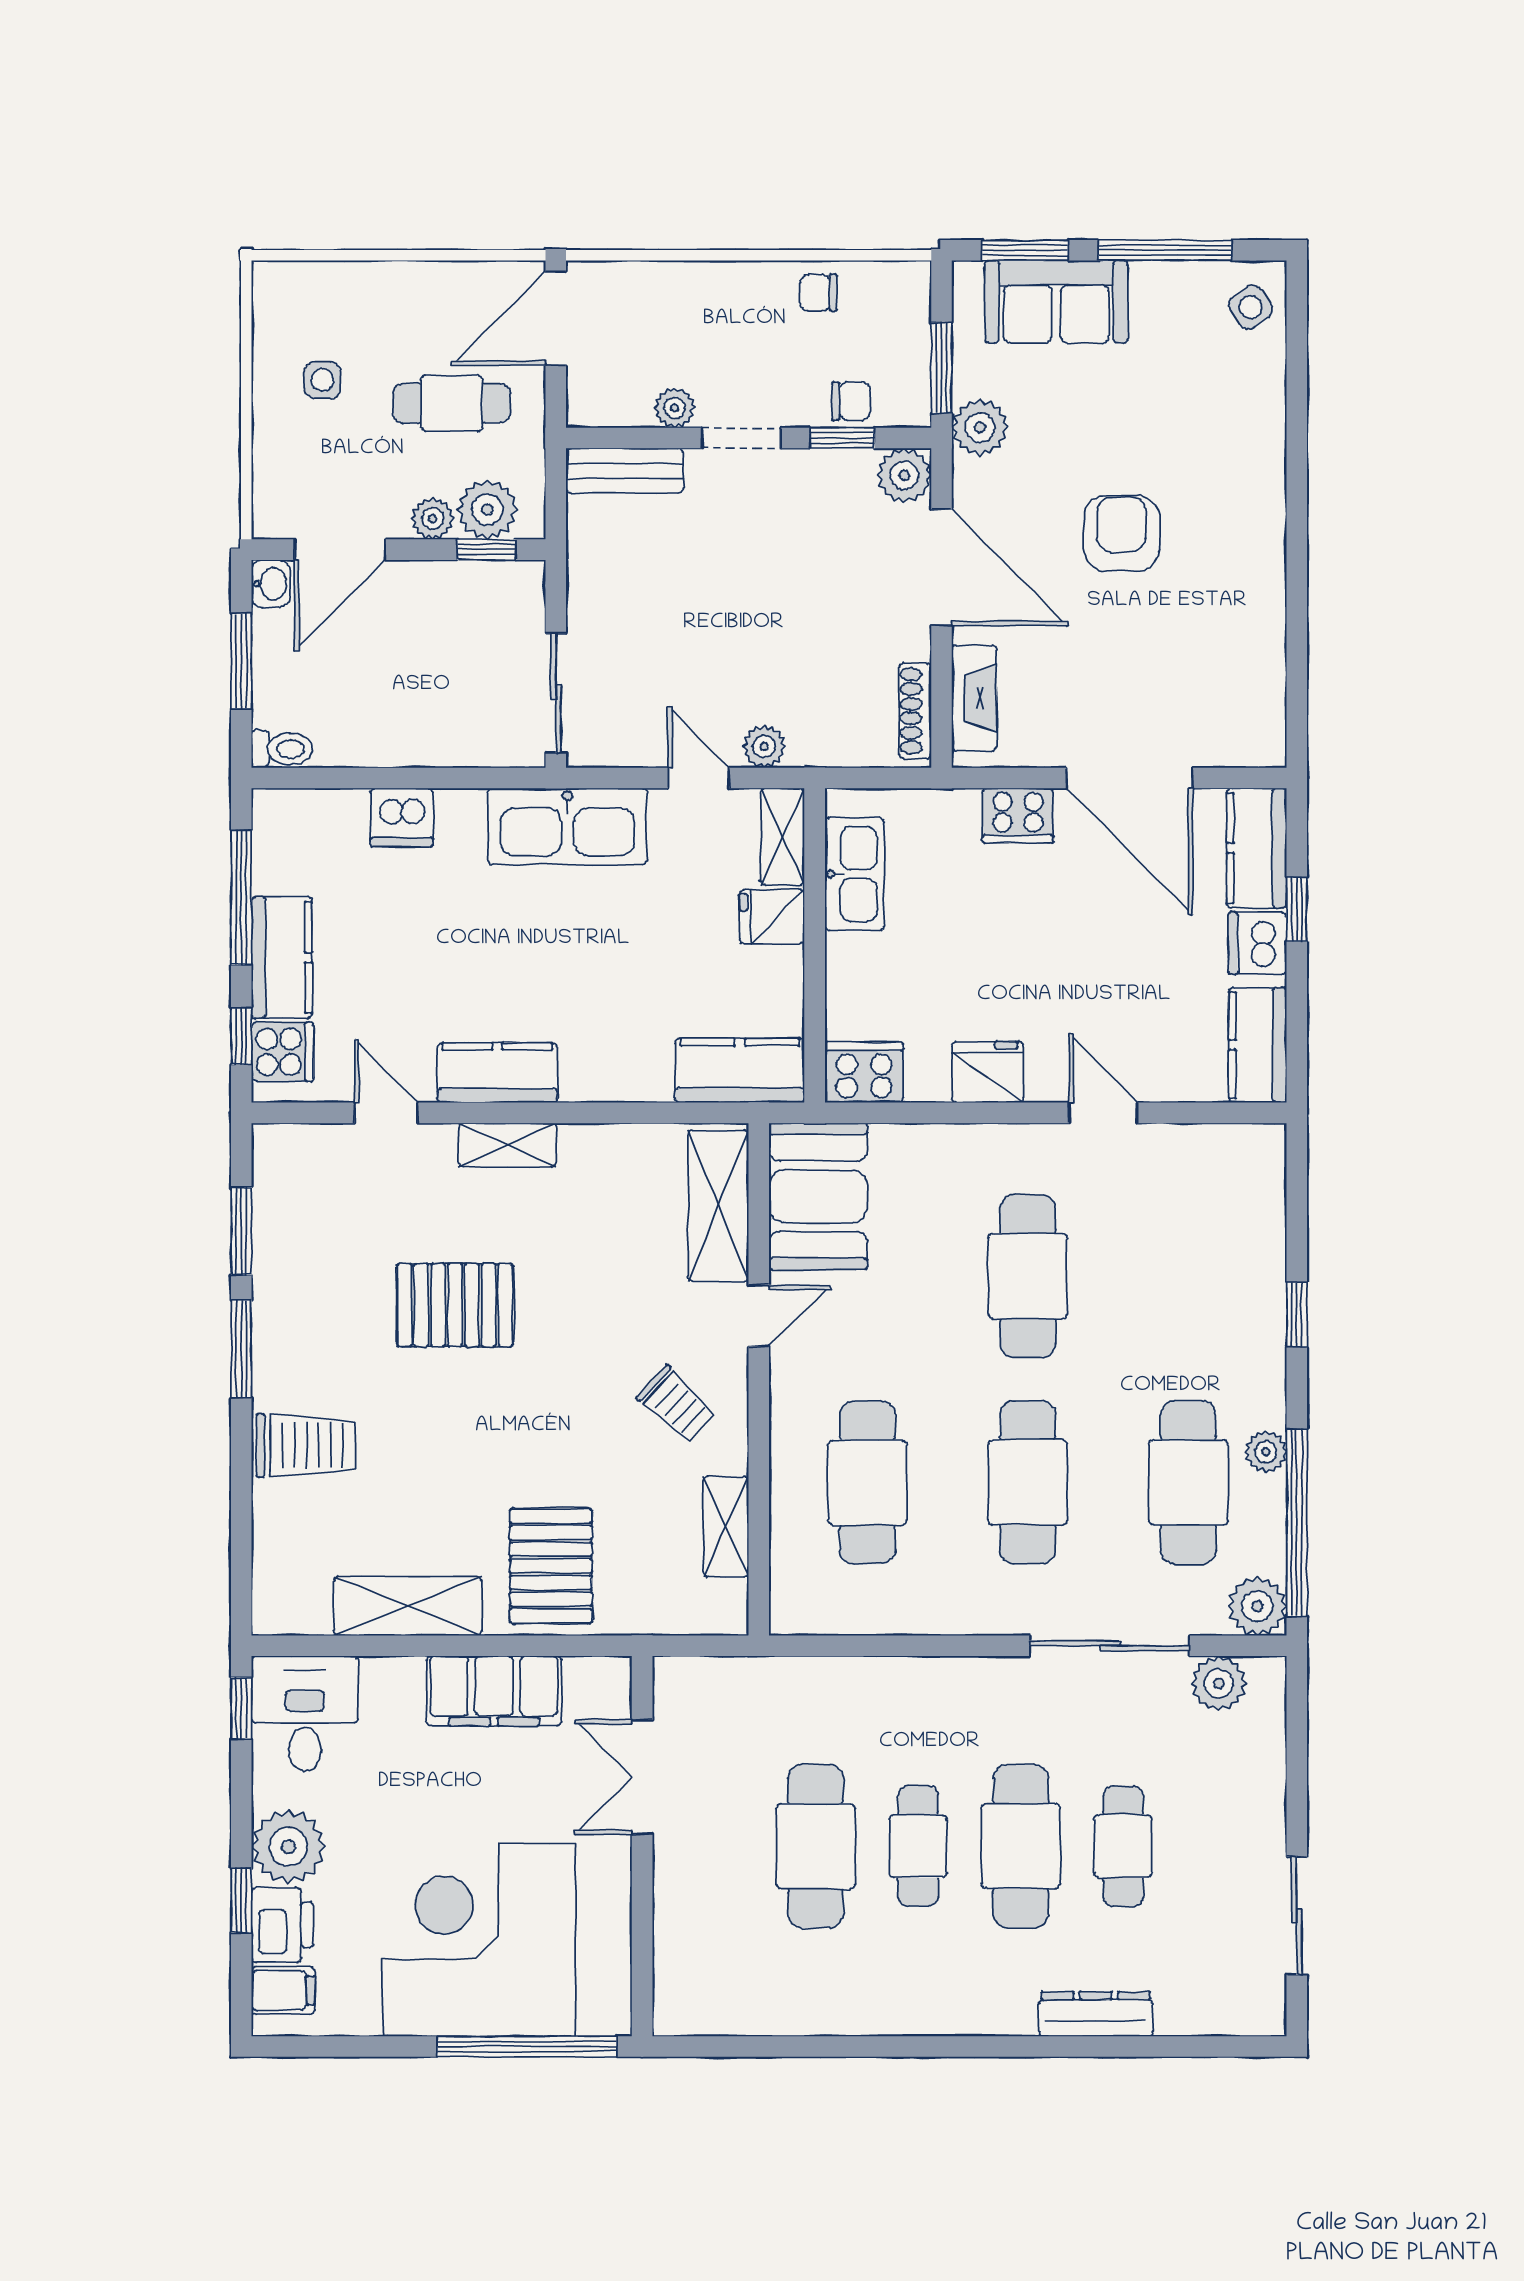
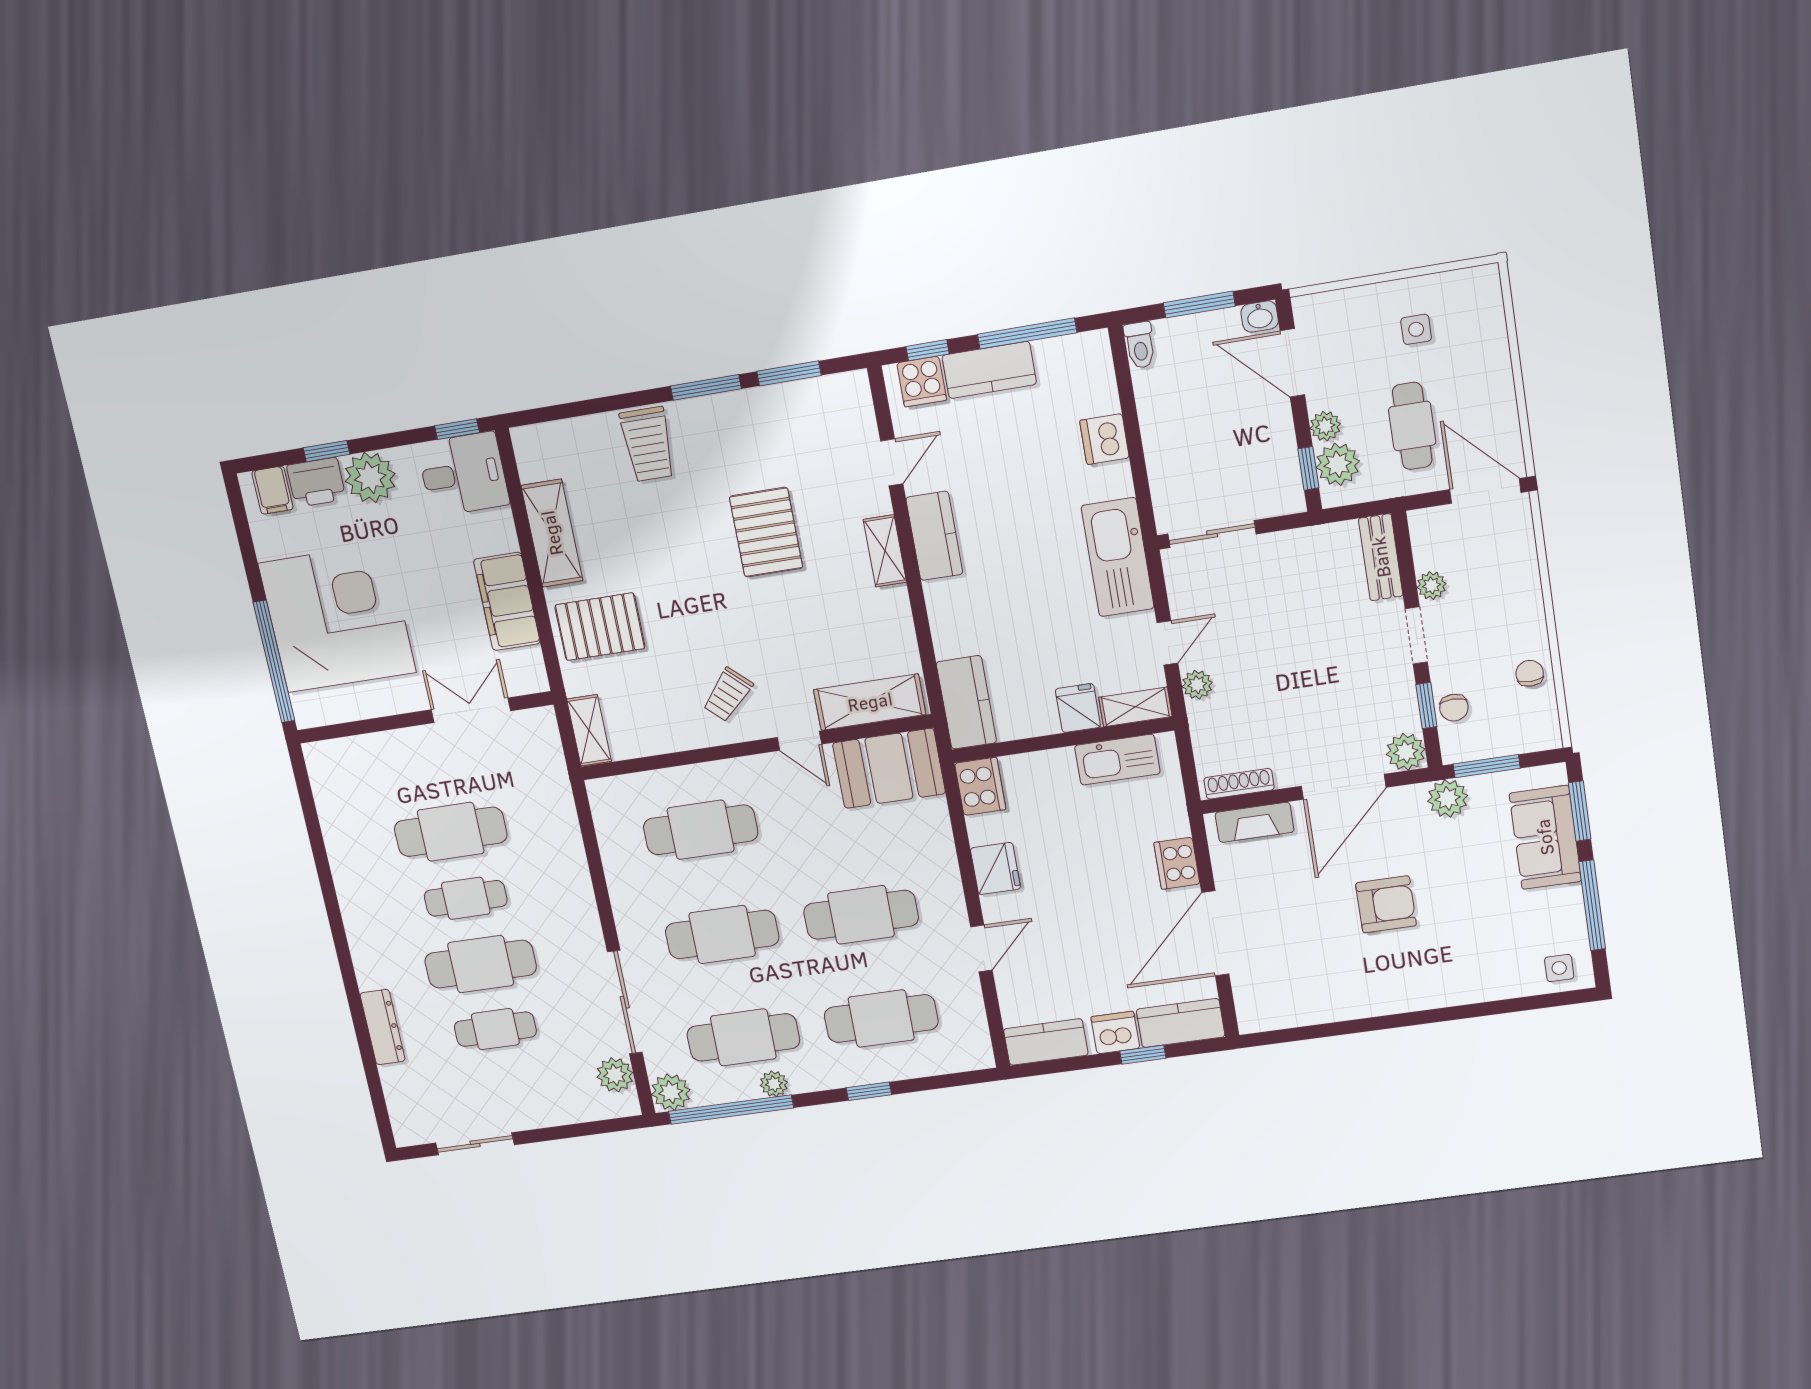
side table: (1251, 307) -> (1559, 968), turned 35
cafe table: (1188, 1276) -> (881, 1019), added
shelving: (726, 1526) -> (589, 730), moved, turned 90

